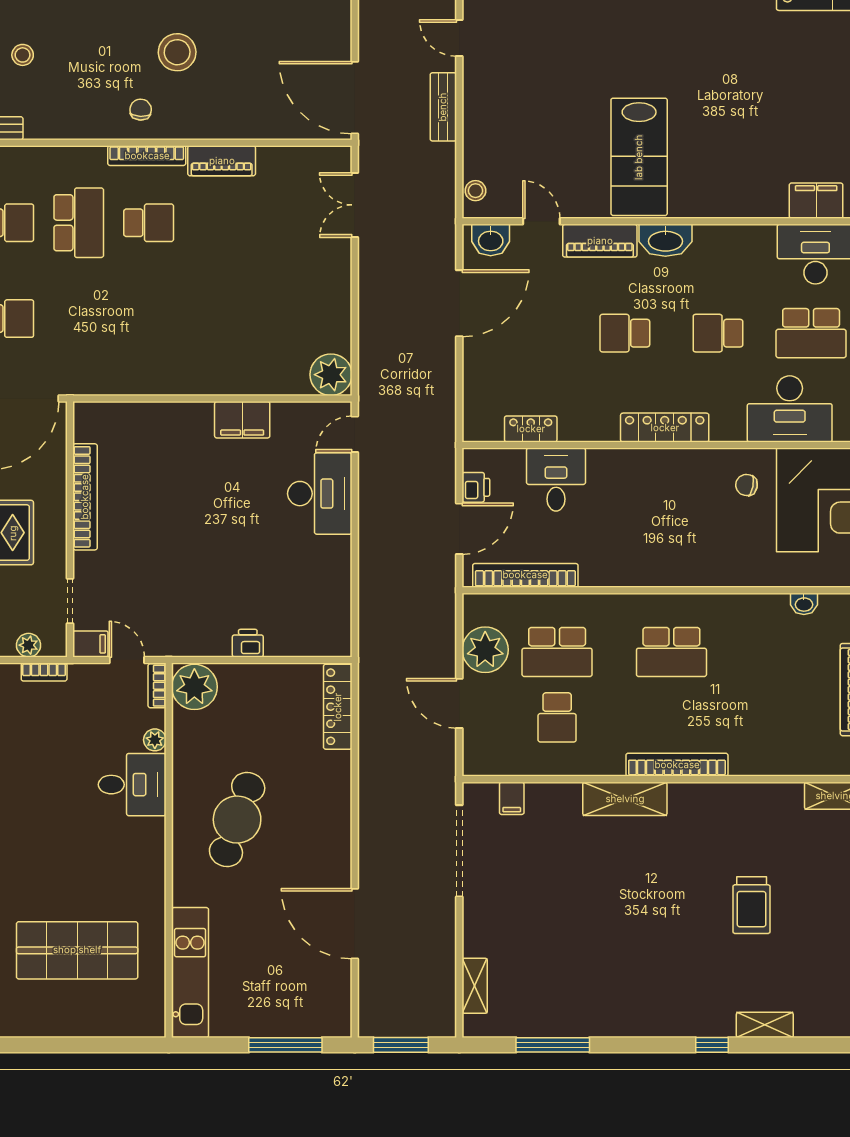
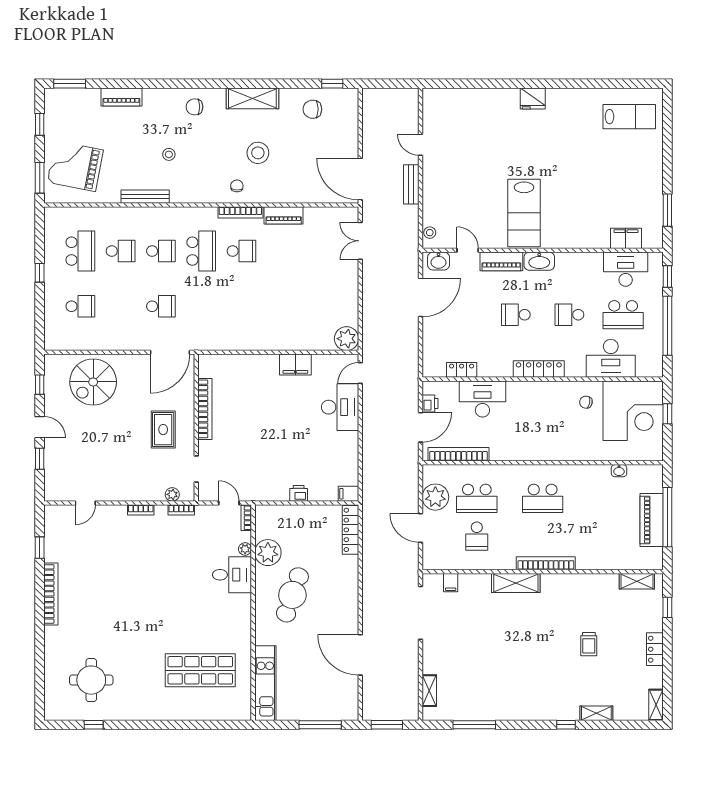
desk: (556, 480) -> (482, 399), width x1.37
filing cabinet: (90, 644) -> (348, 494), moved, turned 180
plant: (194, 687) -> (268, 553), moved
trolley: (752, 905) -> (589, 644), width x0.73, depth x0.72

